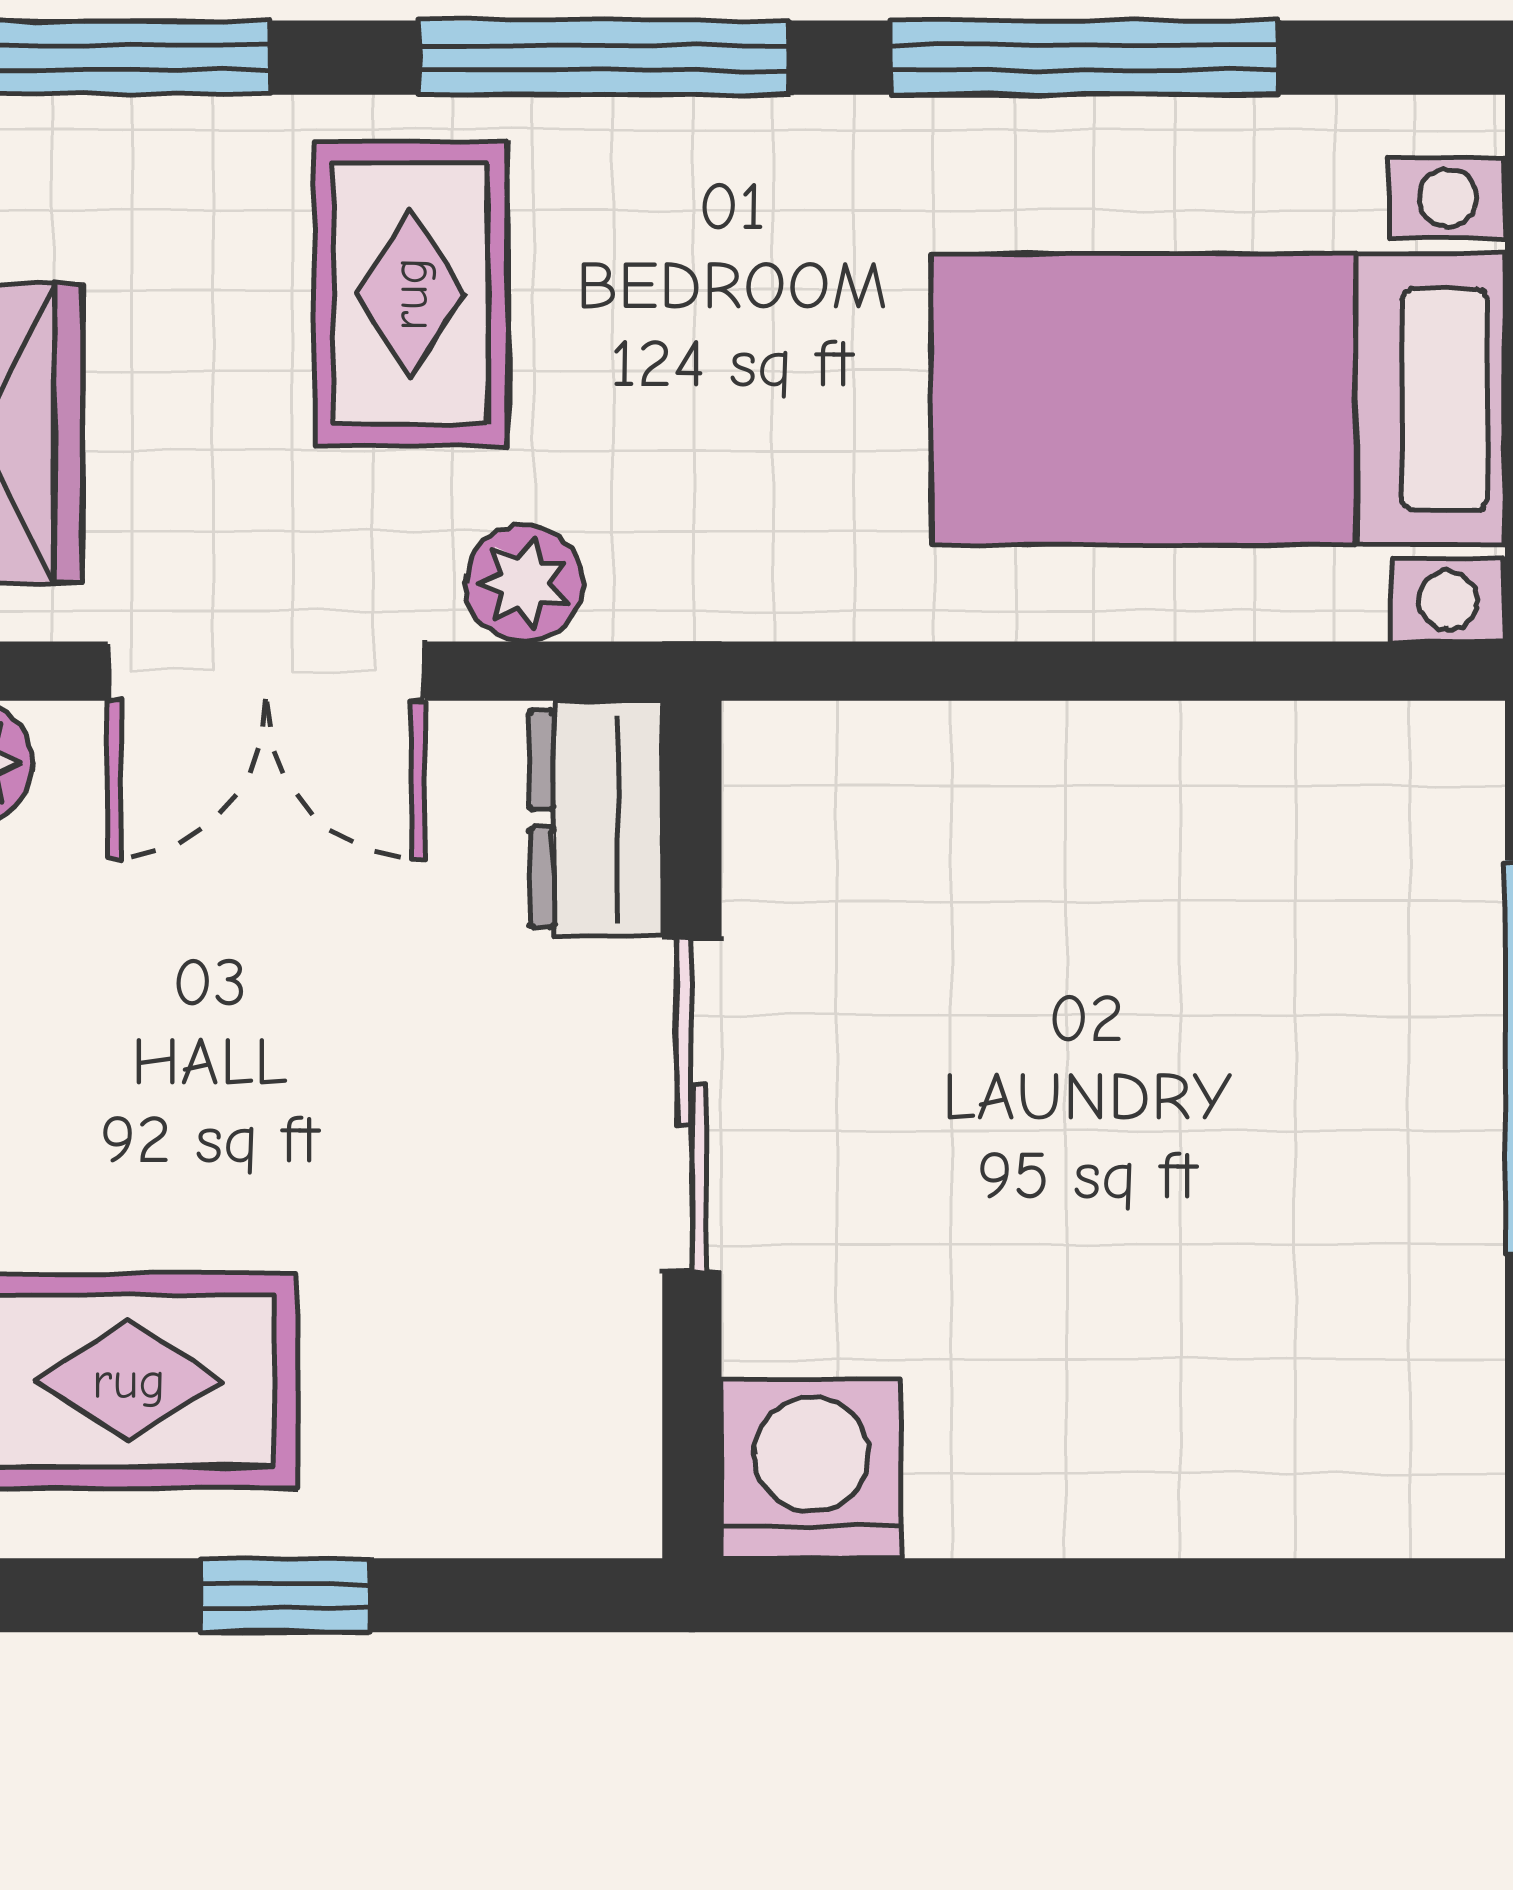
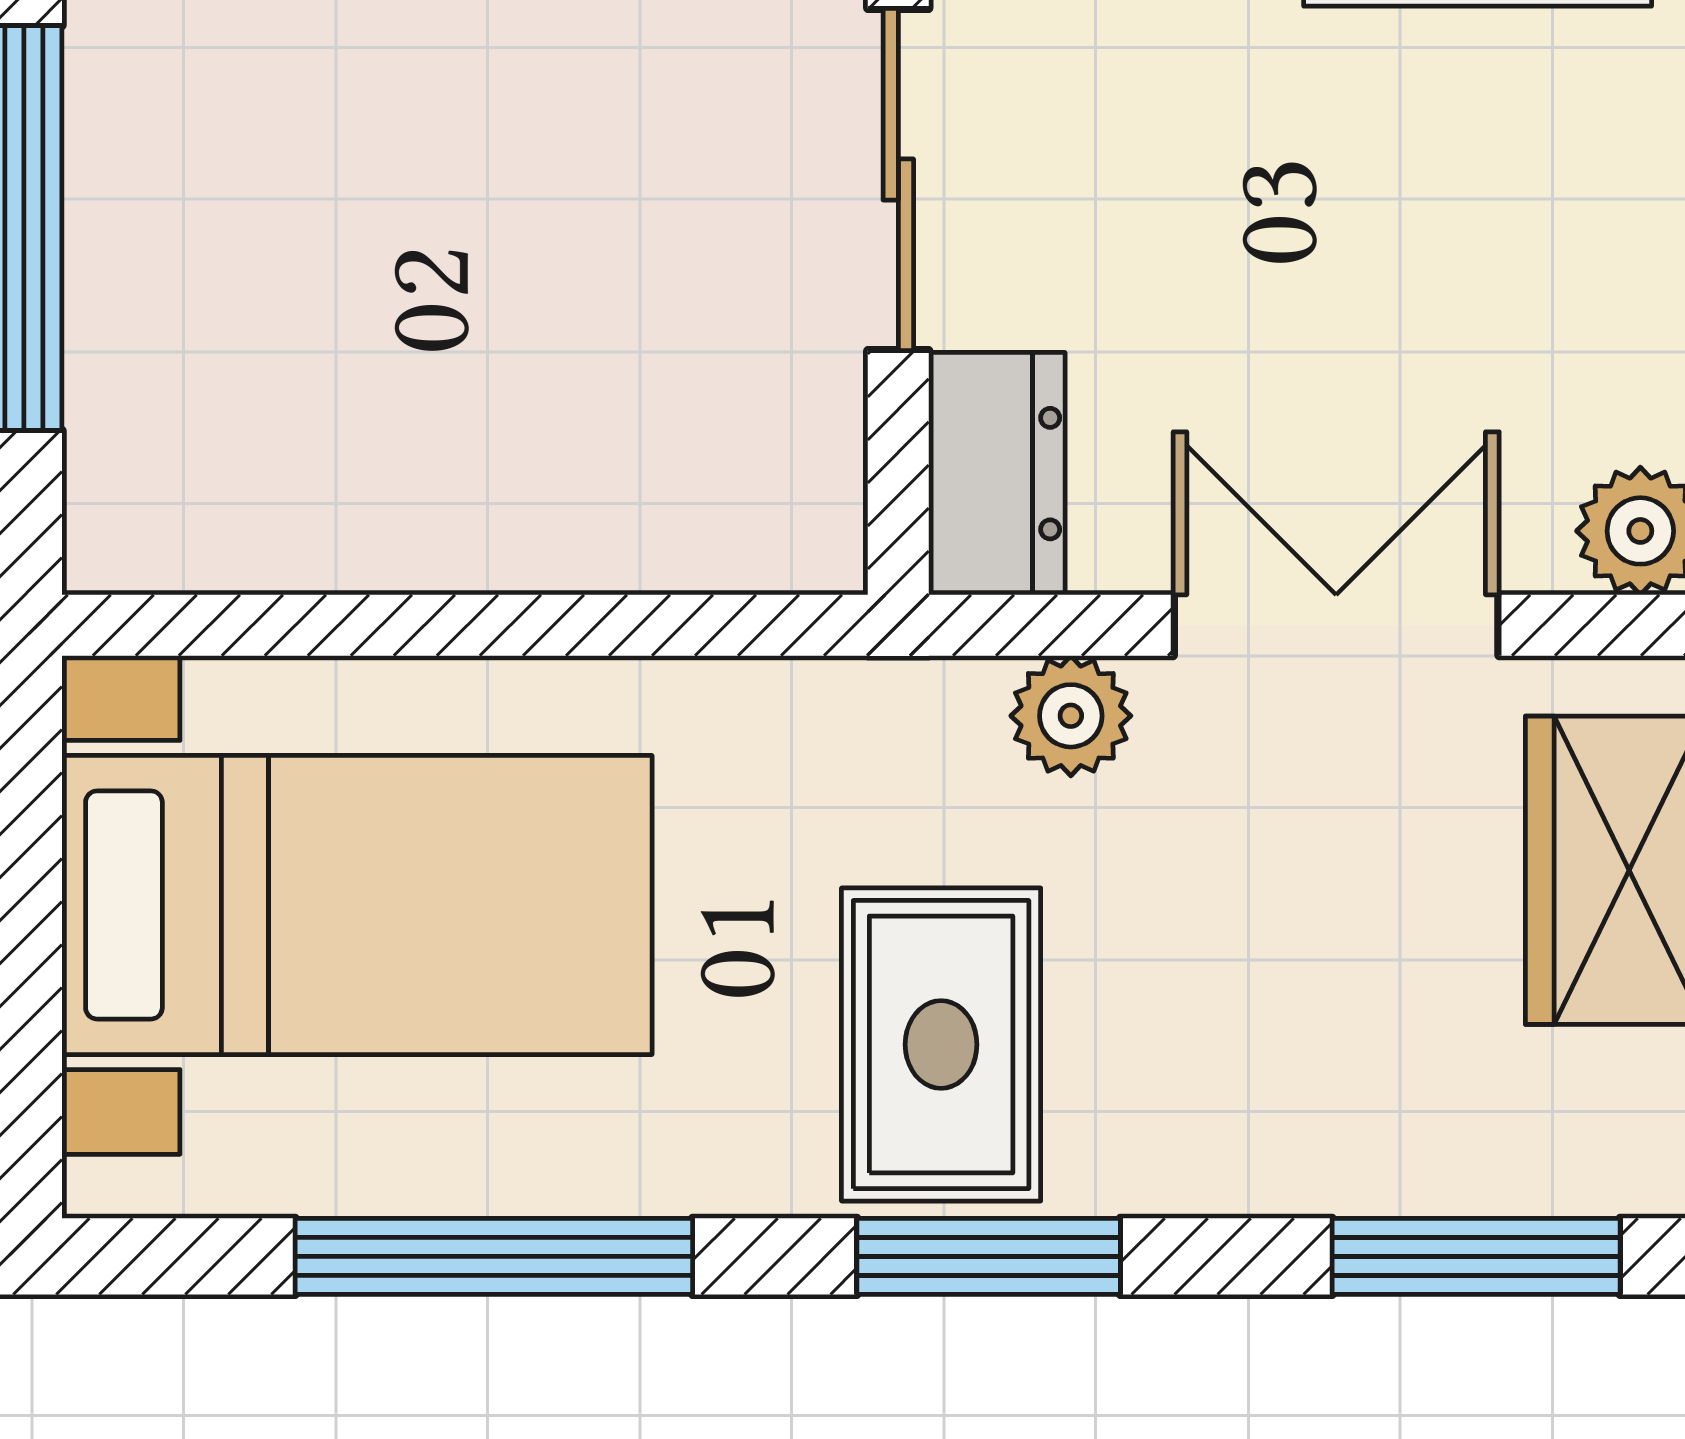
window: (604, 58) -> (989, 1256), width x0.69
rug: (410, 294) -> (941, 1045), moved

